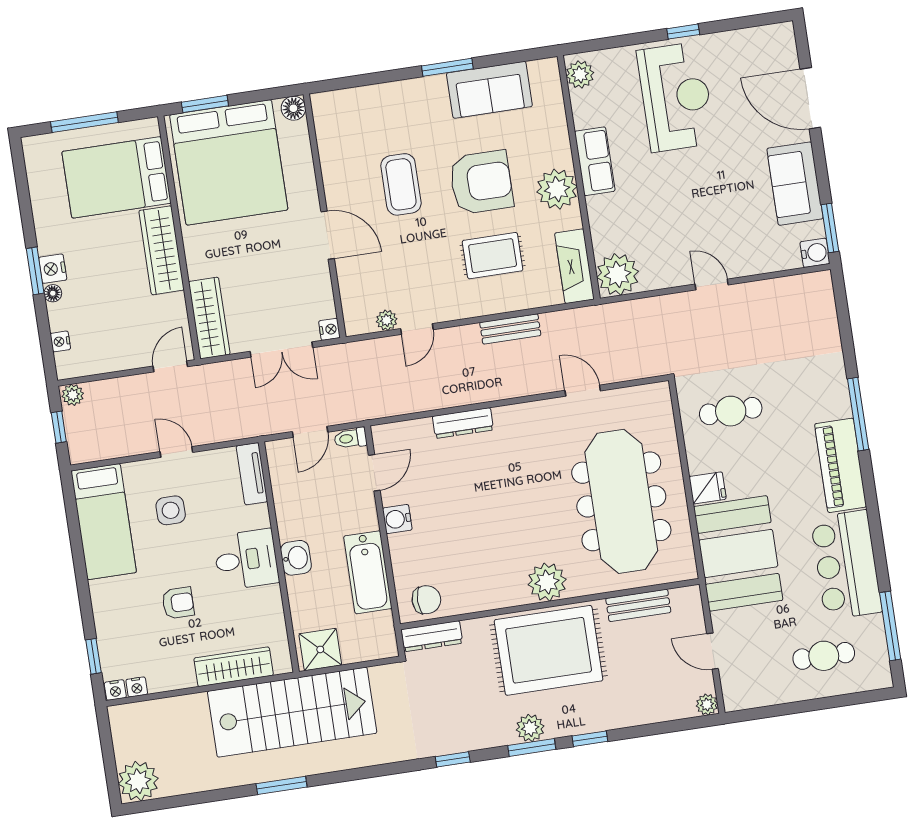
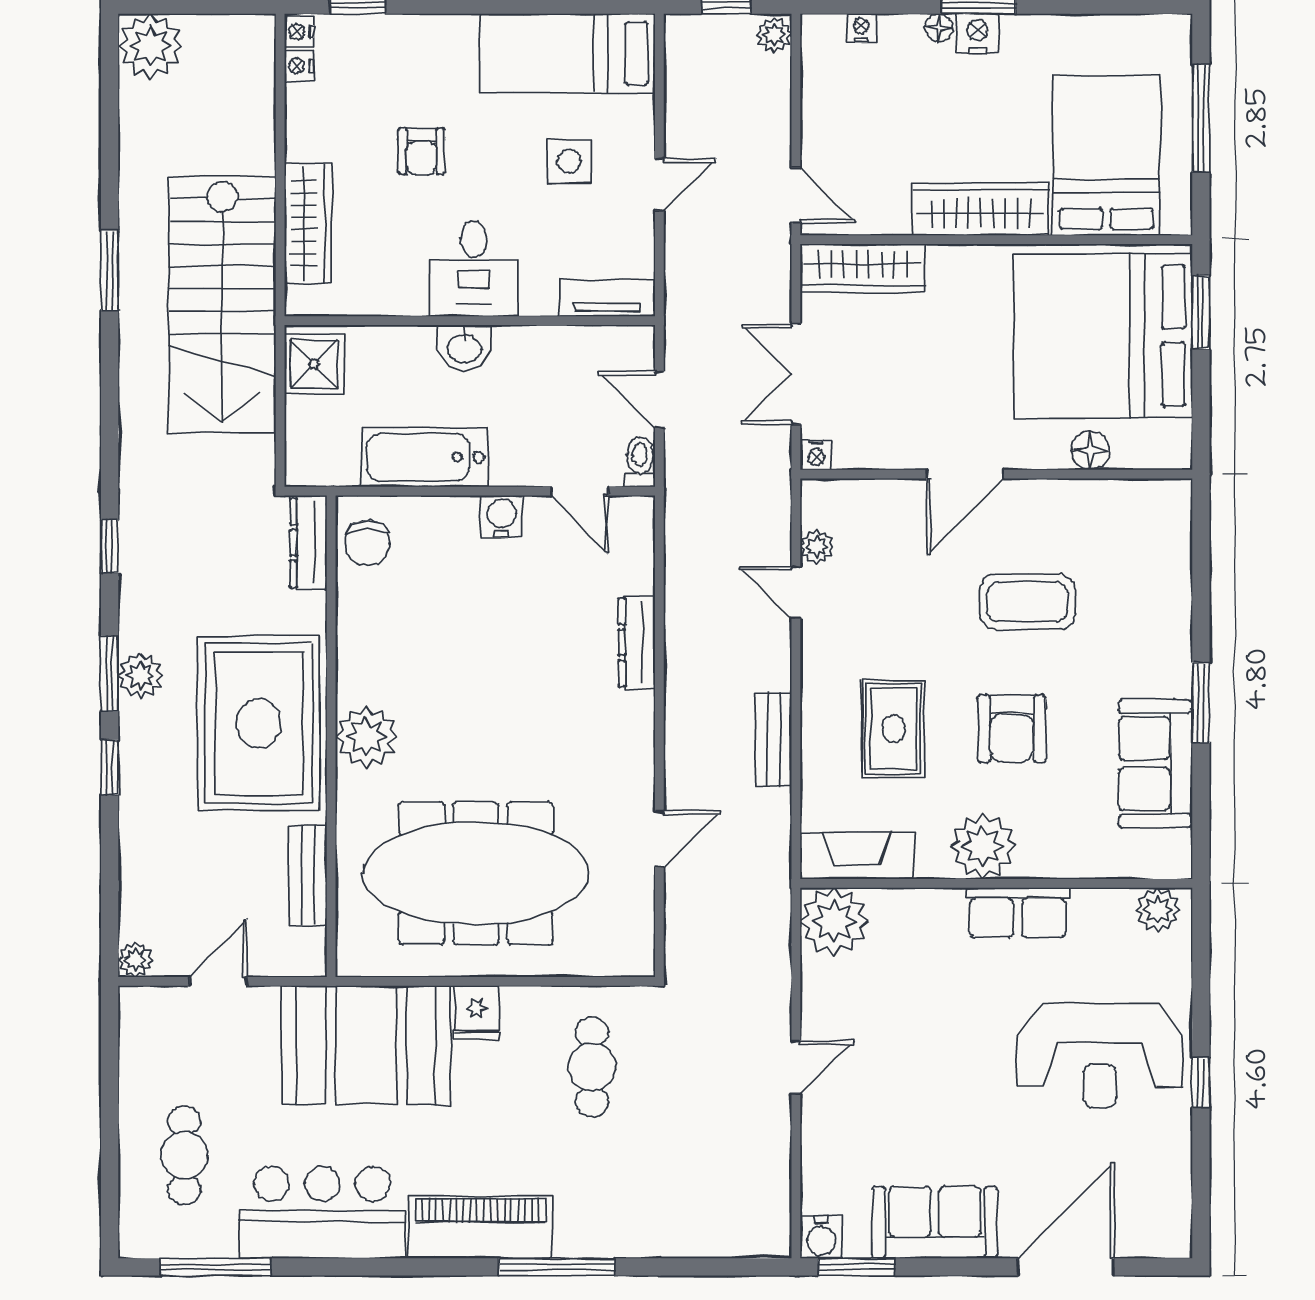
floor lamp: (293, 108) -> (1090, 451), moved
armchair: (481, 182) -> (1012, 729), width x0.73, depth x0.73

